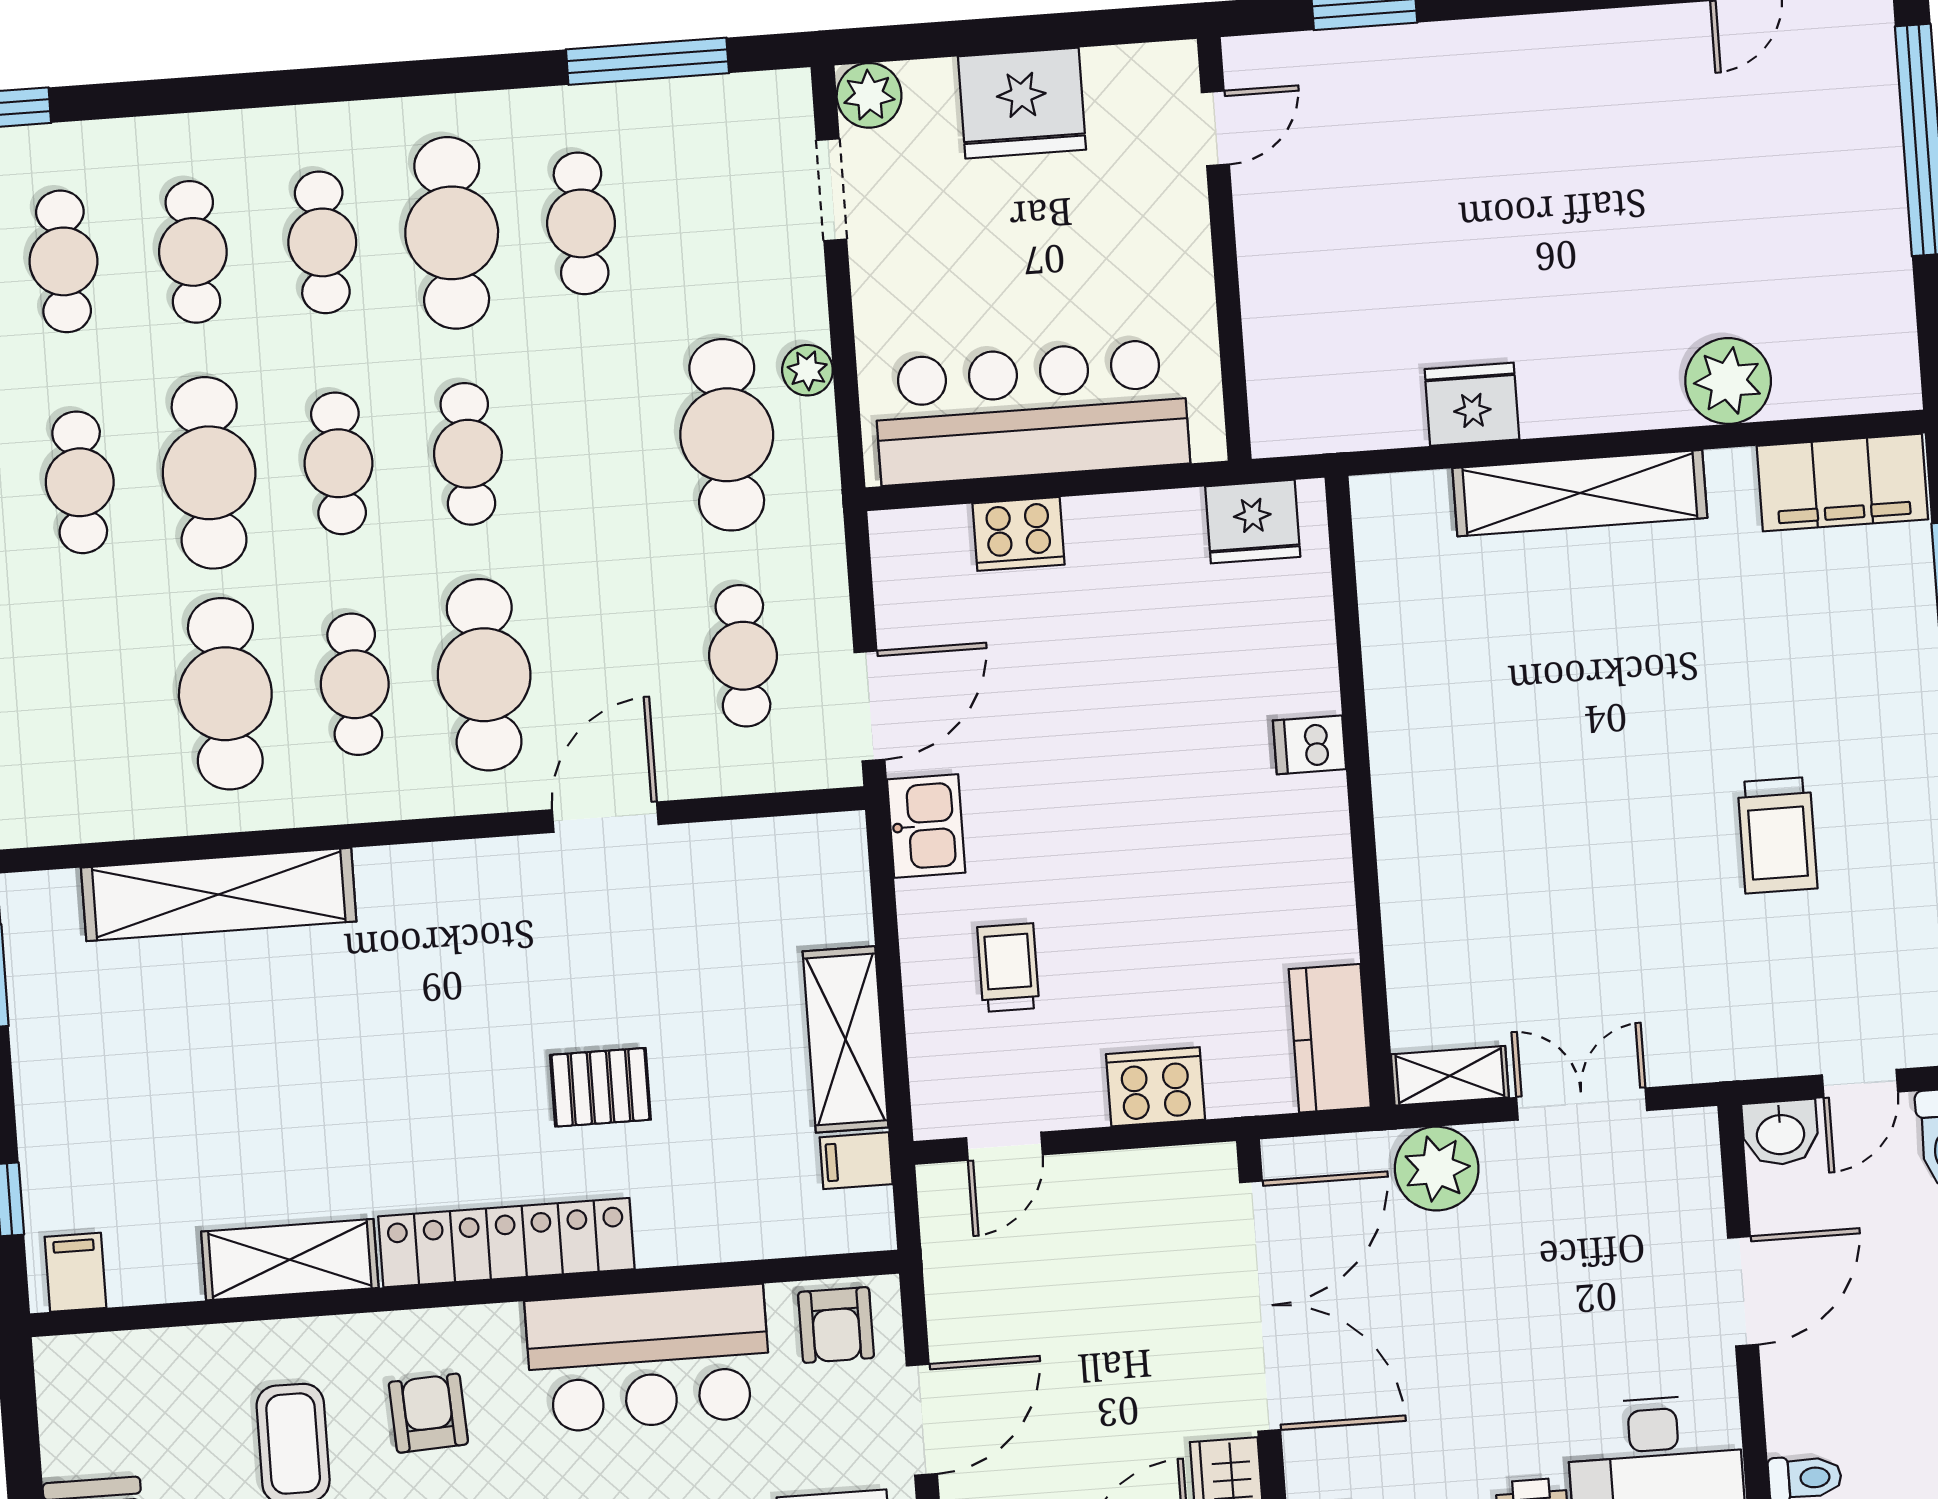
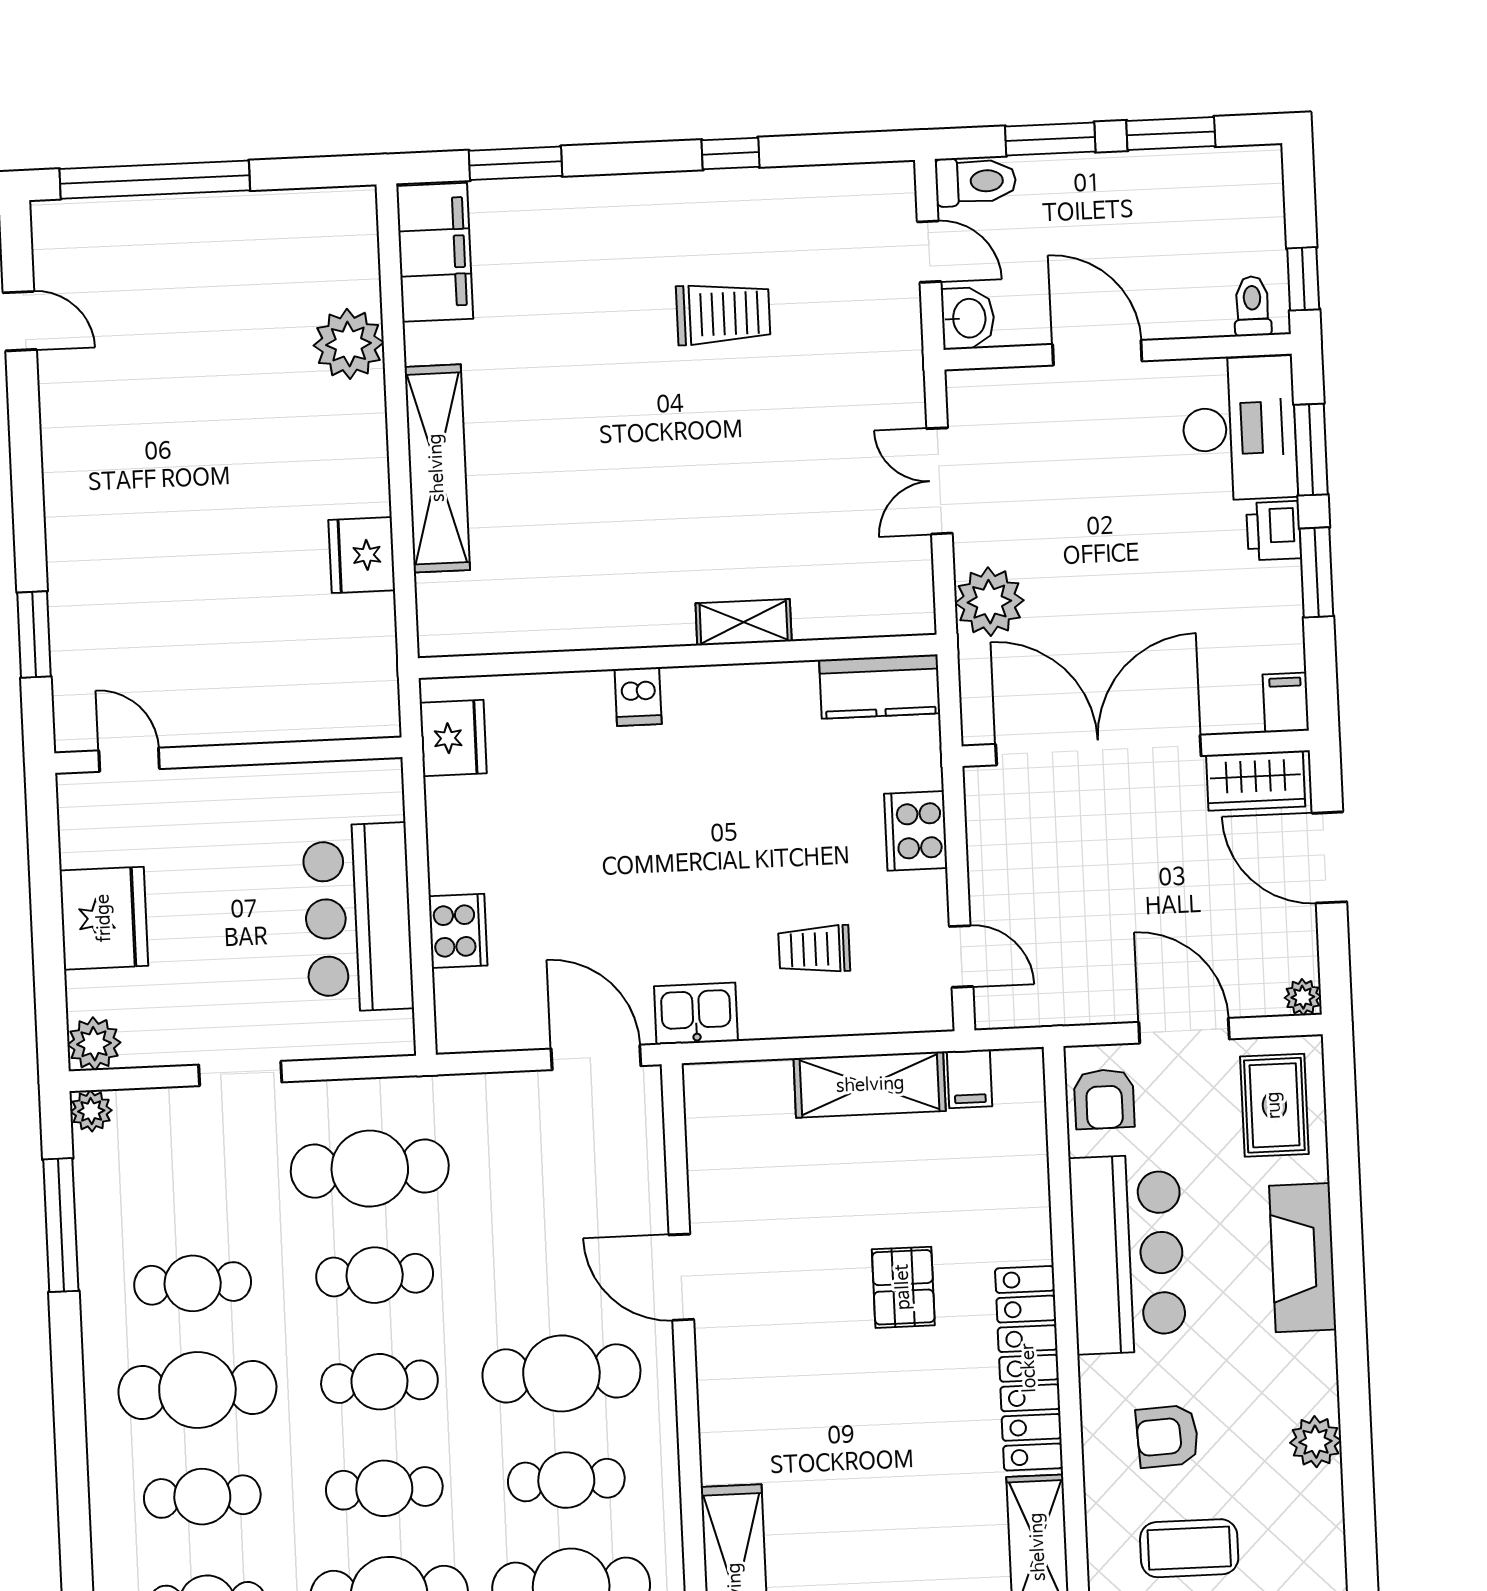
doorway: (832, 190) -> (240, 1074), moved
plant: (807, 370) -> (91, 1111), moved
bar counter: (1031, 412) -> (358, 918), width x0.73
cafe table: (743, 656) -> (375, 1275), moved
shelving: (1450, 1076) -> (744, 622), moved, turned 90
armchair: (836, 1325) -> (1104, 1099), turned 90

